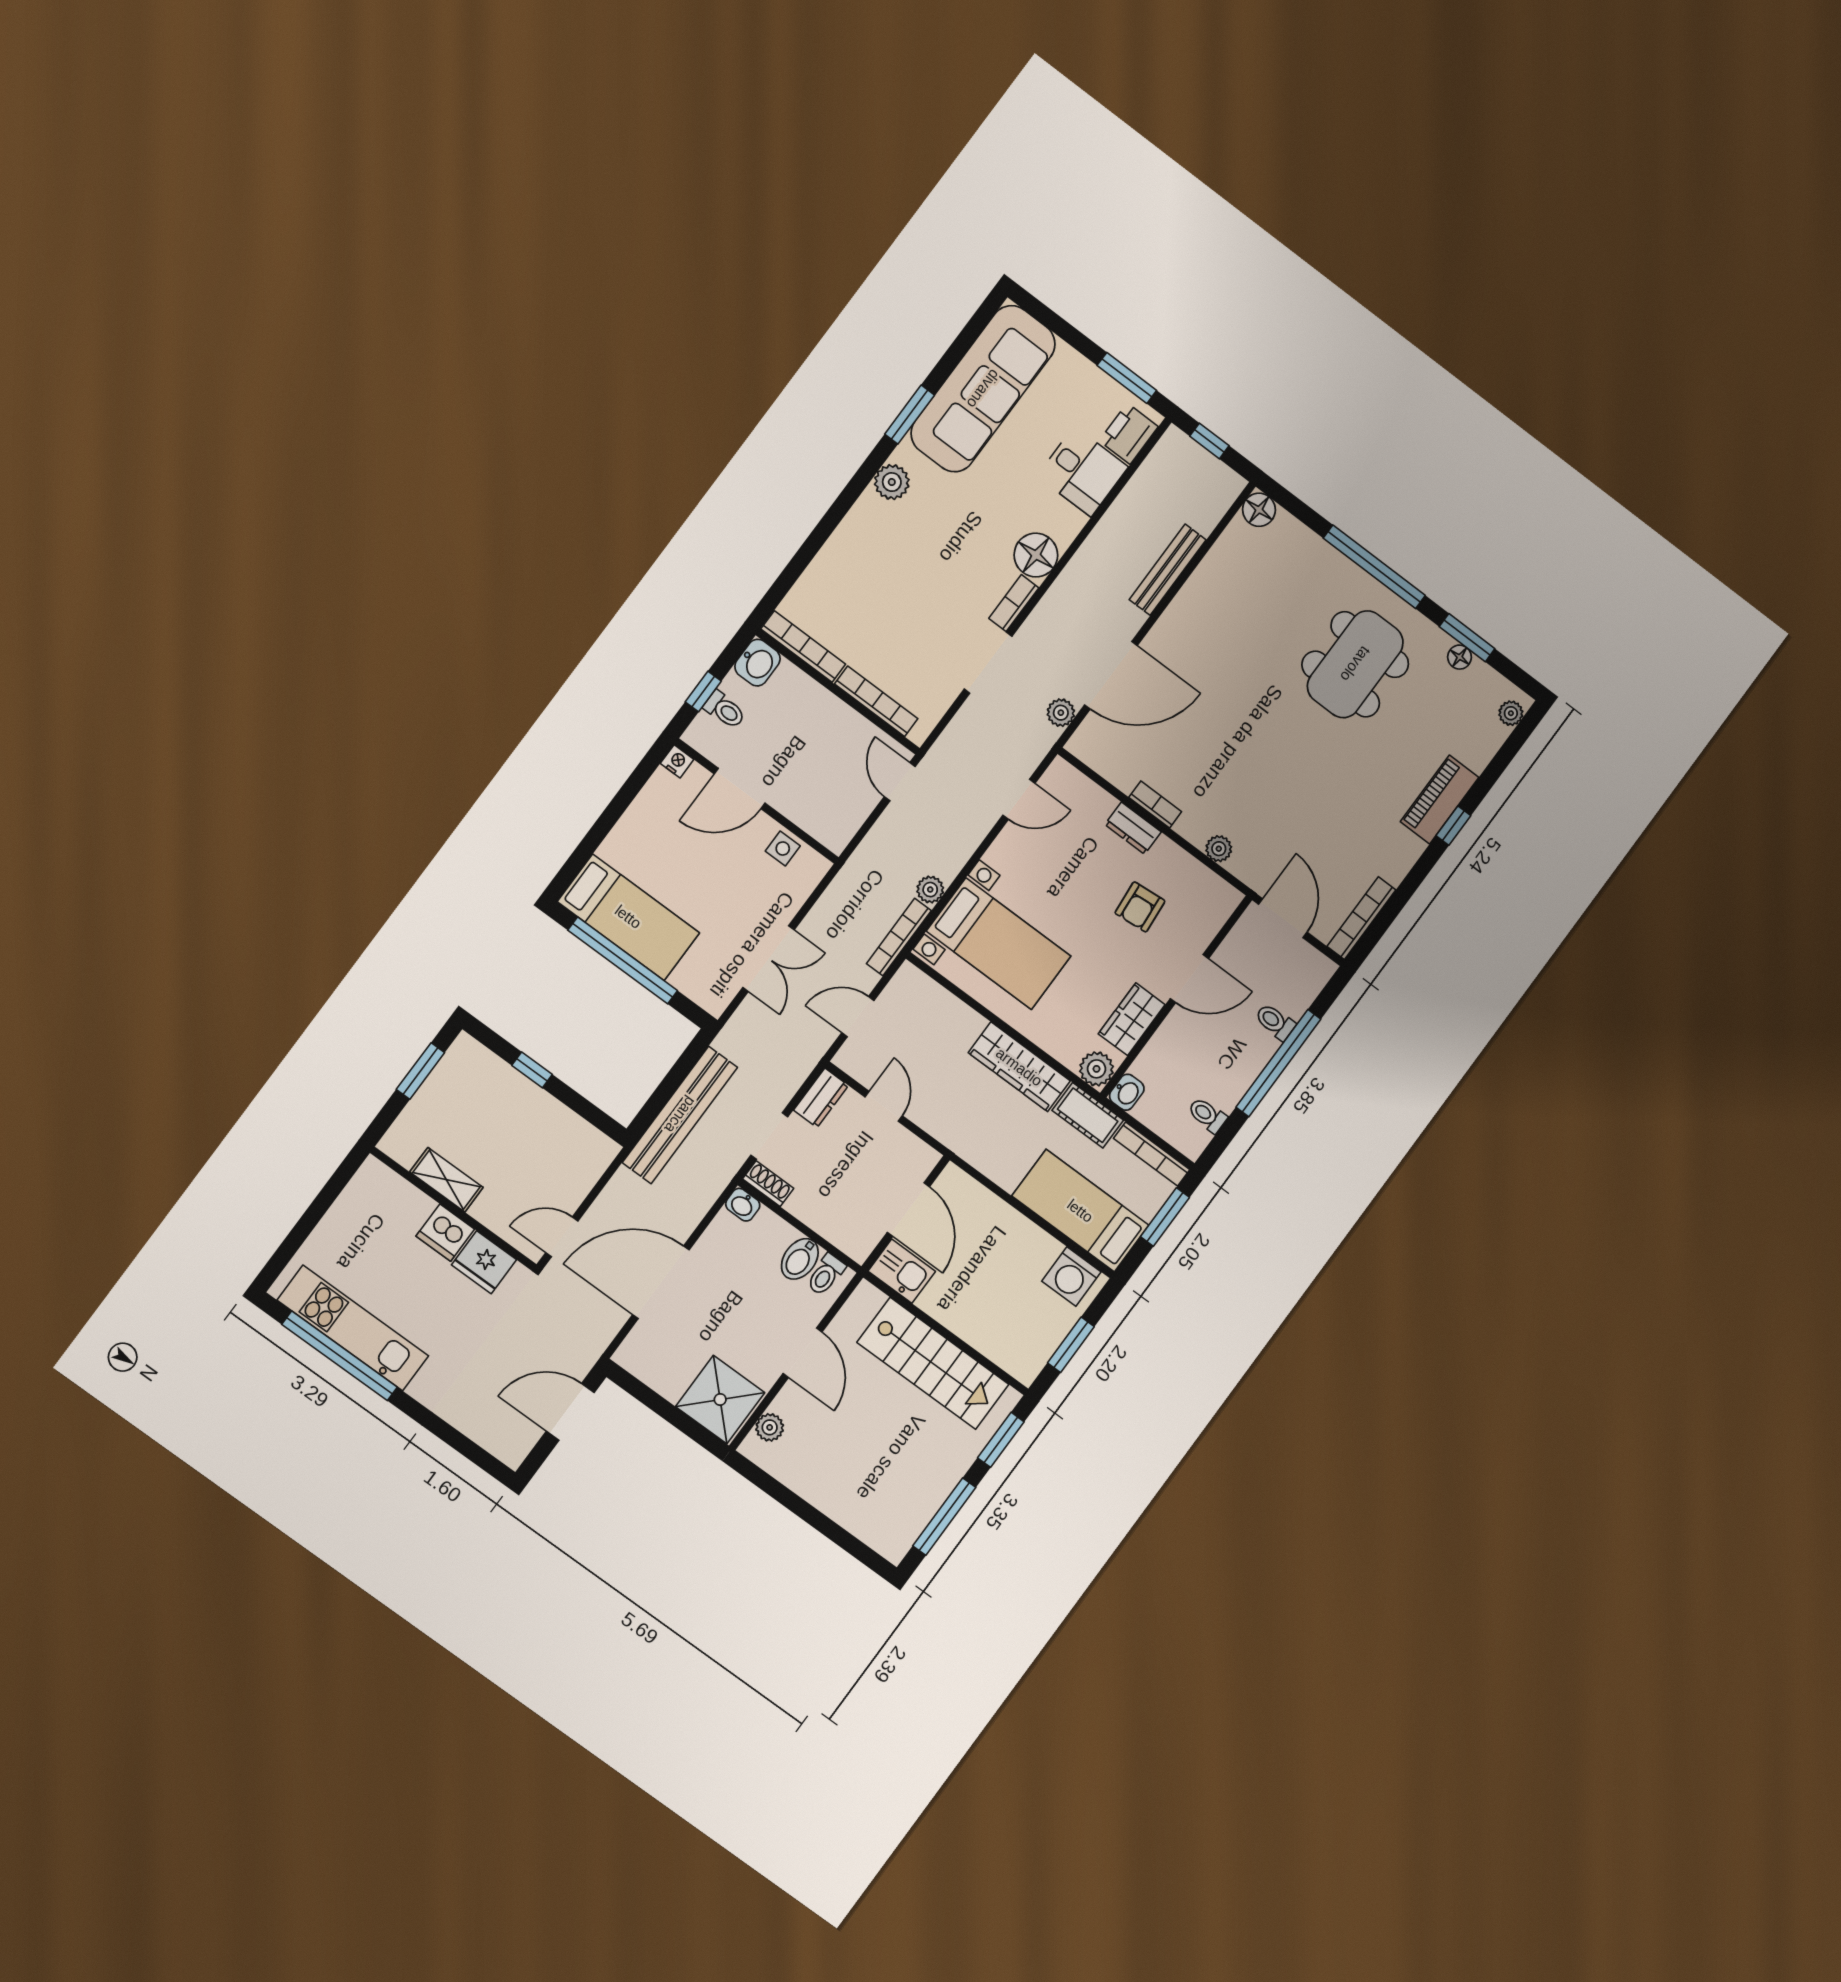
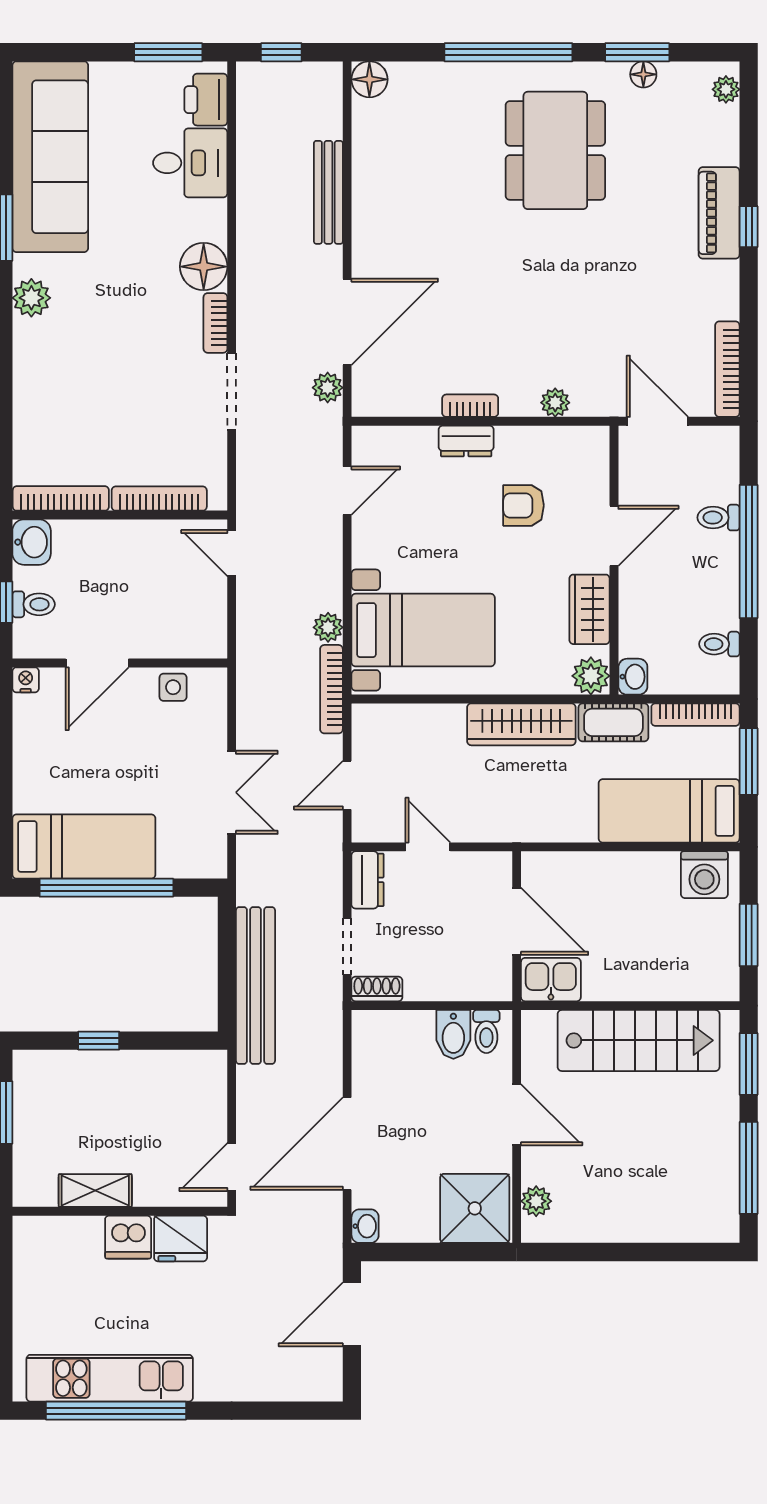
armchair: (1140, 907) -> (524, 505), turned 95
washbasin: (743, 1205) -> (365, 1226), moved, turned -90

